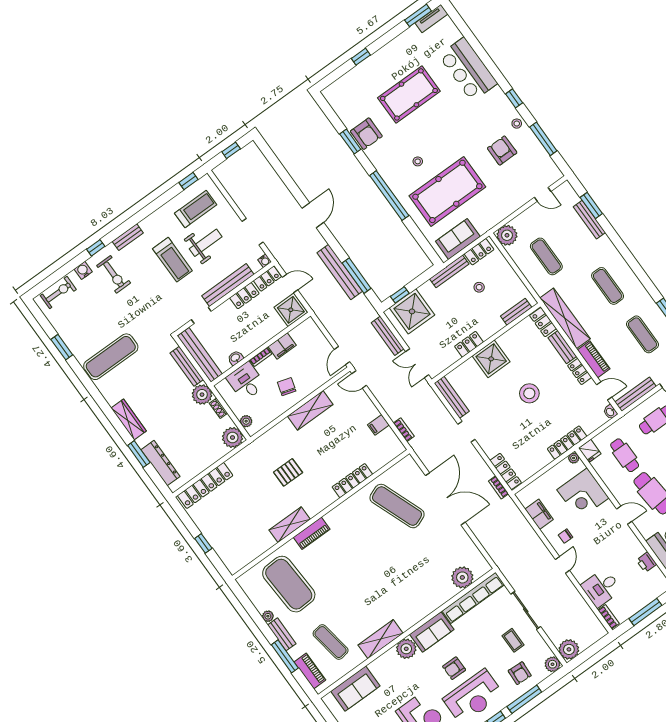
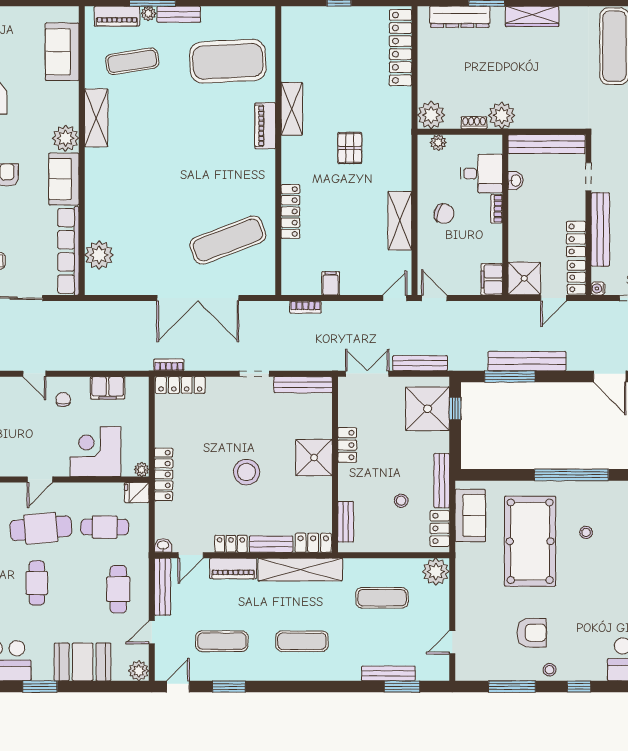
filing cabinet: (282, 346) -> (492, 279), moved
bench: (187, 366) -> (544, 121), removed
plant: (268, 616) -> (148, 13), moved

